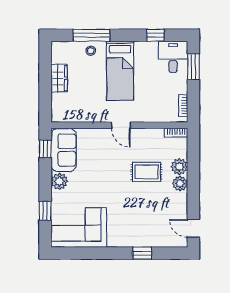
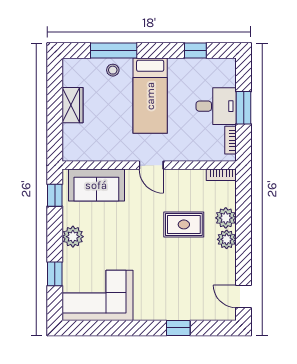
desk: (173, 57) -> (216, 106), moved, turned 90
window: (193, 67) -> (244, 108), moved
sofa: (64, 150) -> (96, 185), moved, turned 90

